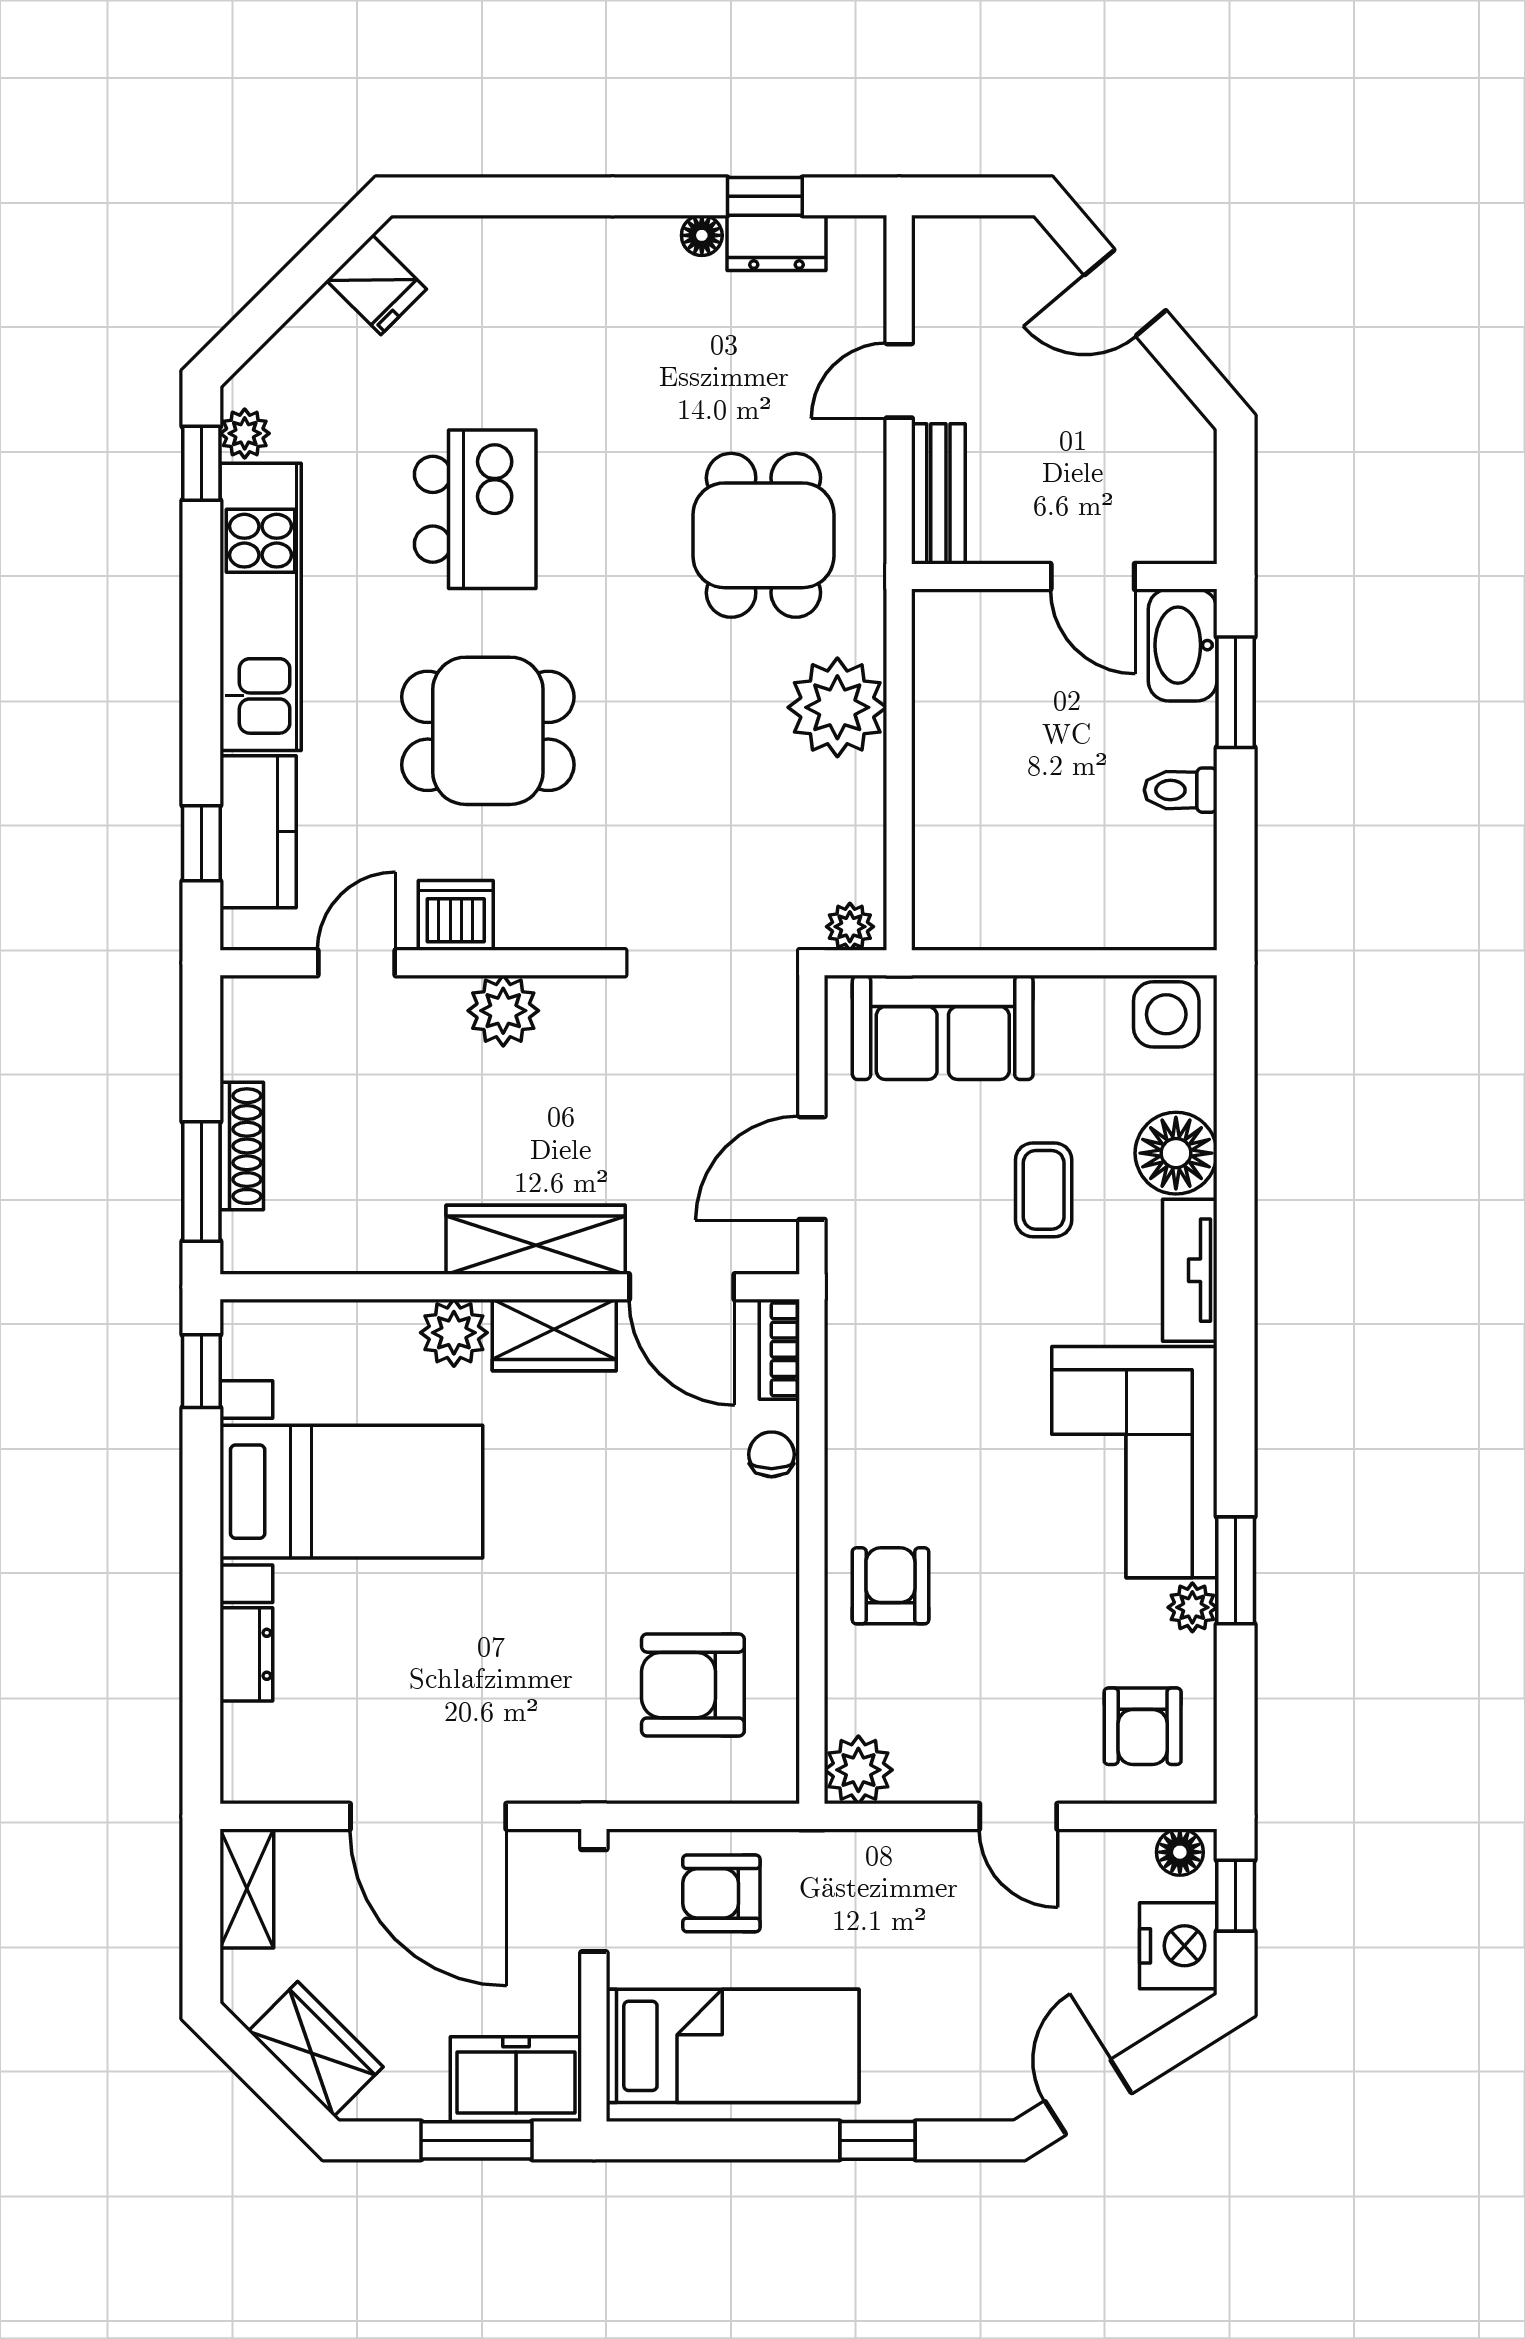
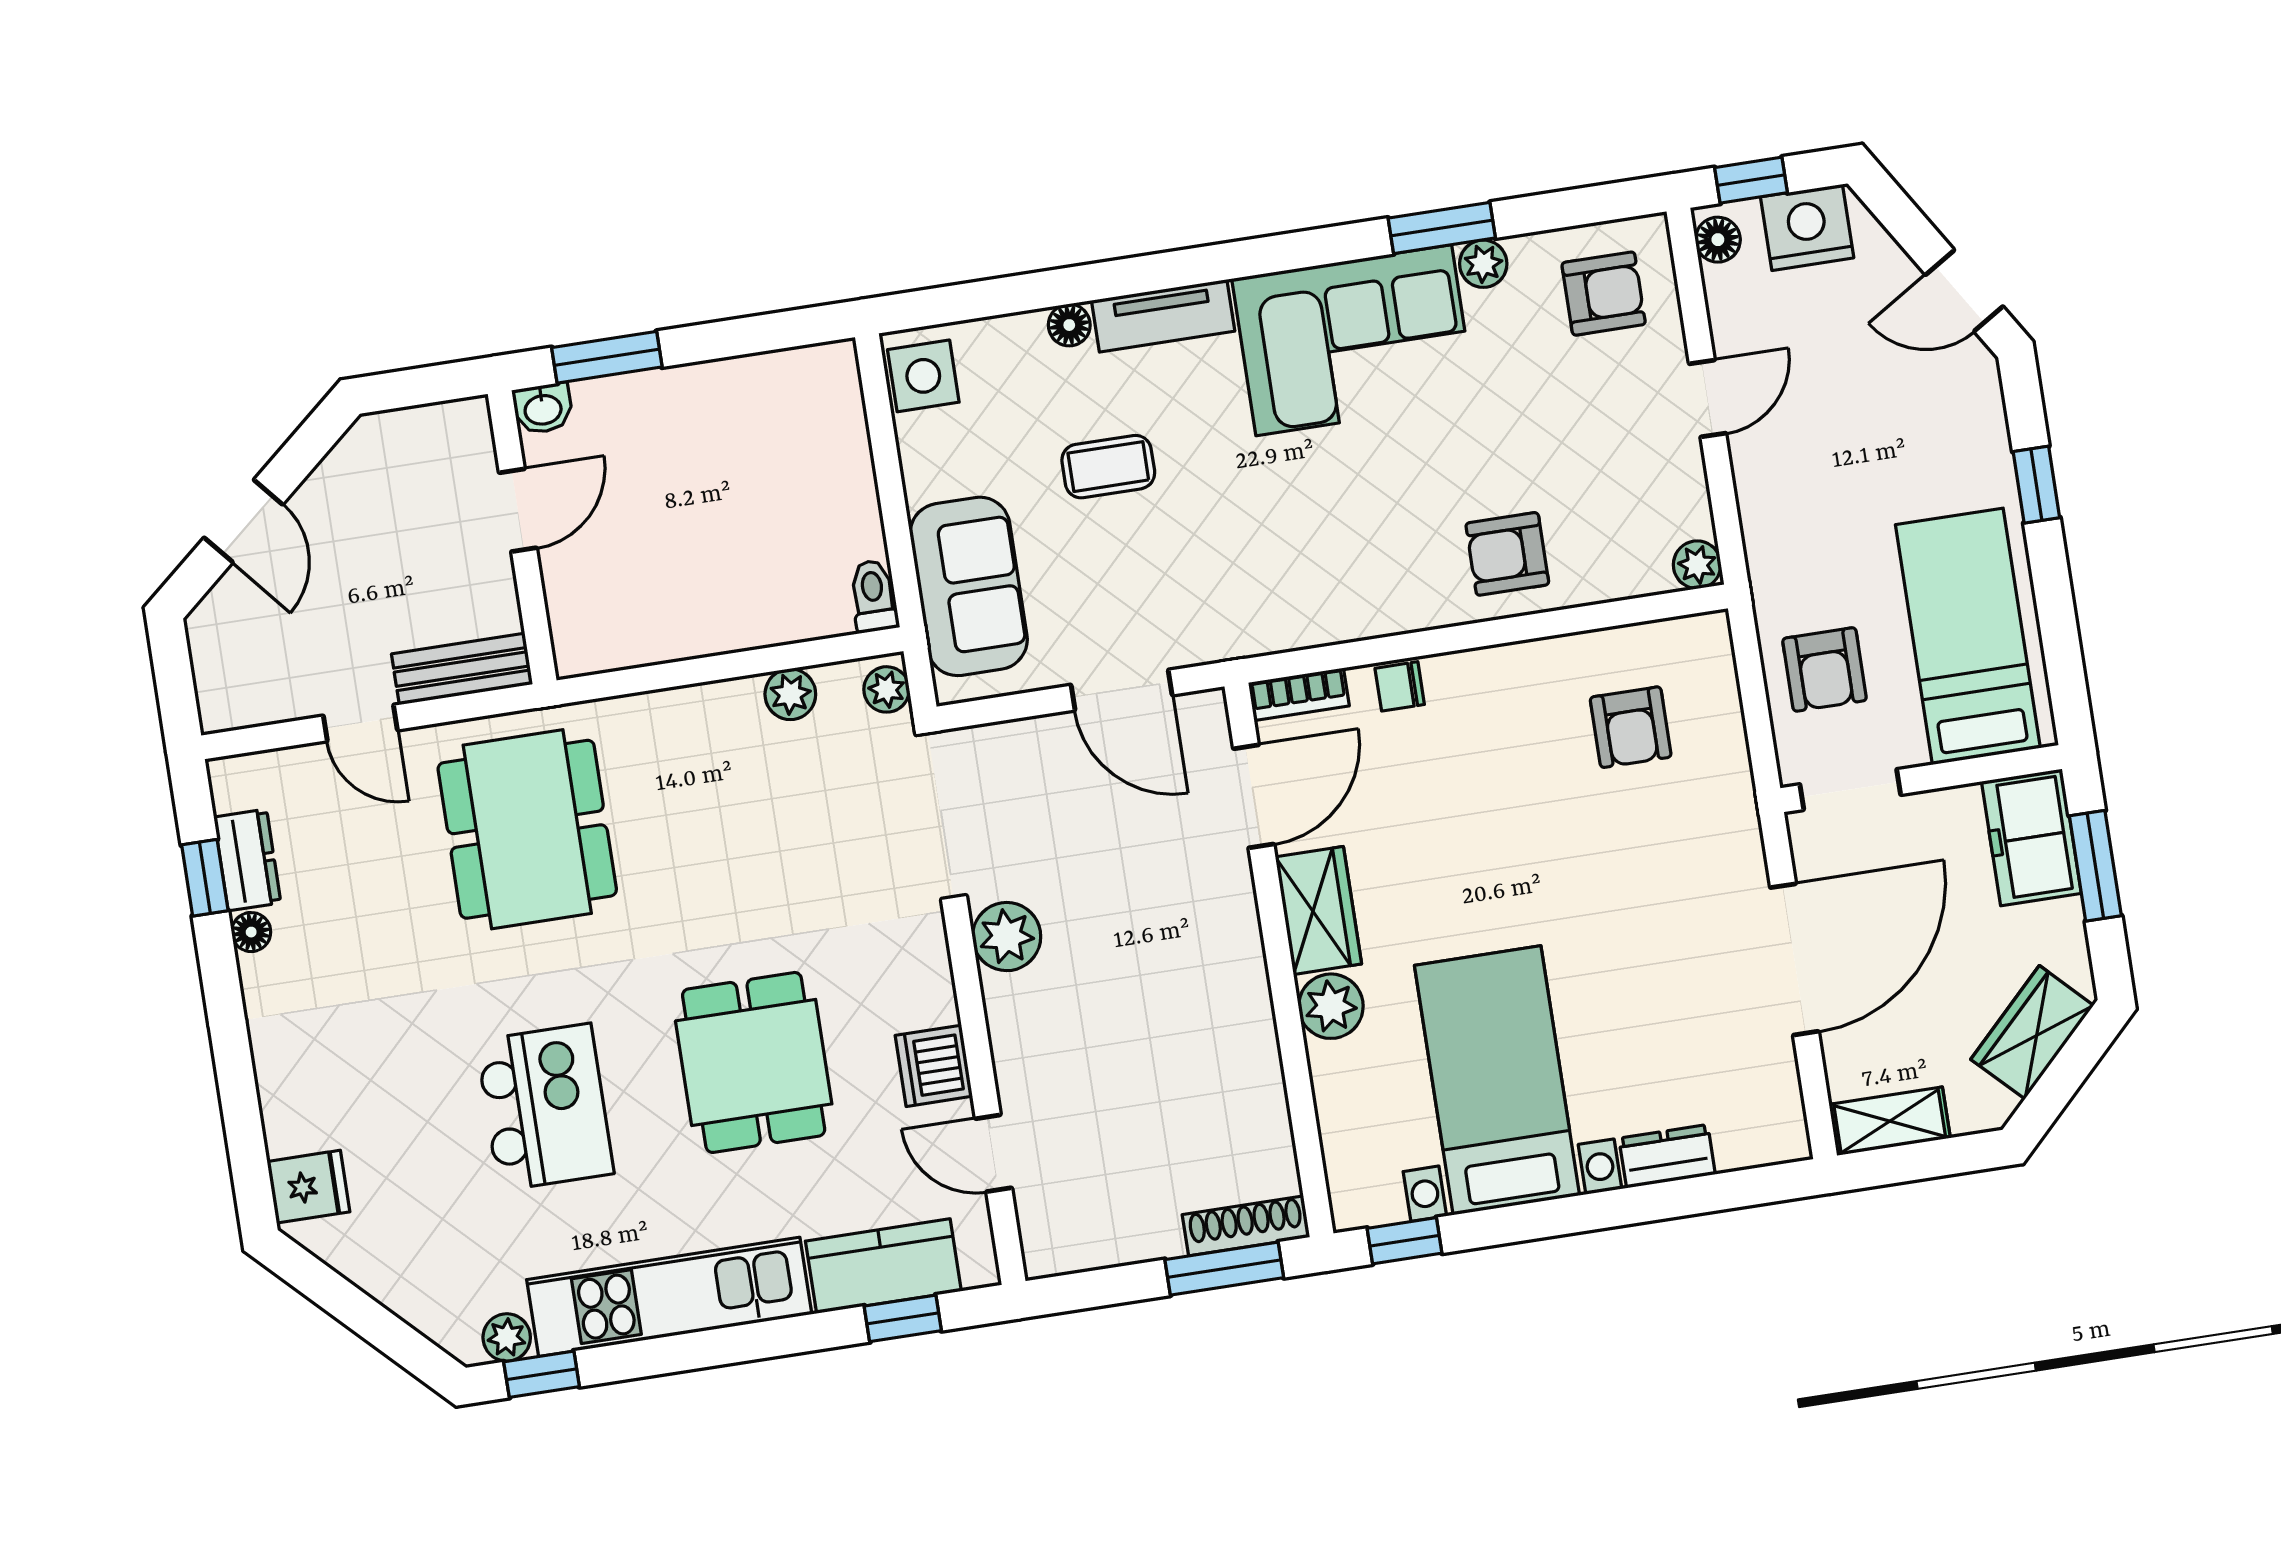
fridge: (376, 285) -> (308, 1187), moved, turned 45
kitchen island: (475, 509) -> (545, 1107), turned 90
dining table: (763, 535) -> (527, 829), width x1.38
washbasin: (1183, 645) -> (543, 408), width x0.52, depth x0.69
plant: (837, 707) -> (790, 694), moved, width x0.53, depth x0.53
toilet: (1181, 790) -> (873, 596), moved, turned 180
plant: (503, 1011) -> (1007, 937), moved
shoe rack: (242, 1146) -> (1246, 1226), moved
floor lamp: (1176, 1153) -> (1069, 325), width x0.53, depth x0.53
wardrobe: (536, 1240) -> (1230, 942), removed
armchair: (693, 1685) -> (1631, 727), width x0.72, depth x0.72
plant: (858, 1770) -> (1697, 565), width x0.73, depth x0.73

